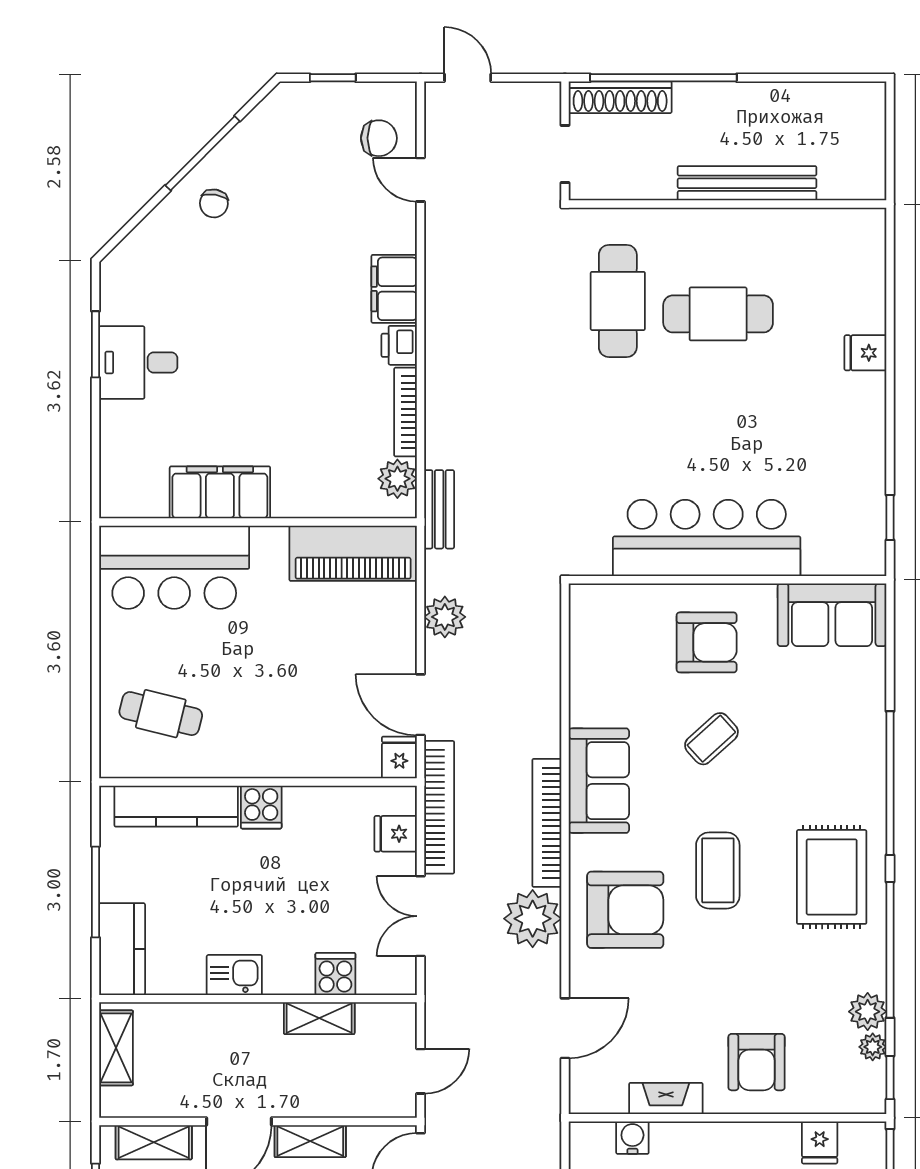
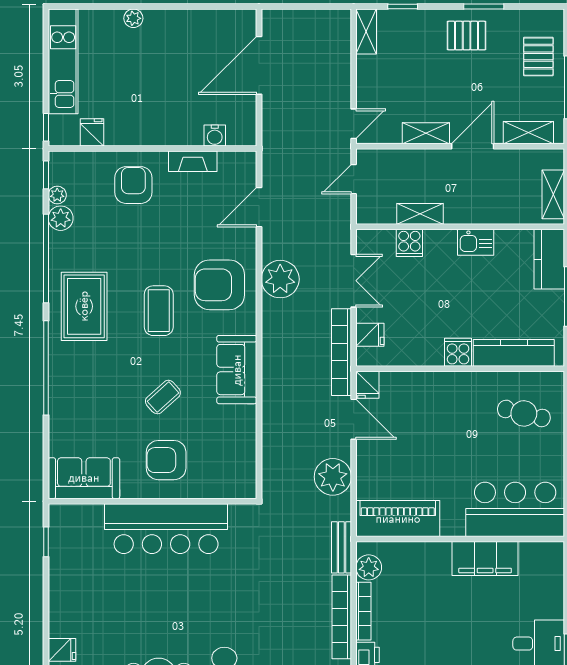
plant: (445, 617) -> (333, 477), width x1.36, depth x1.36
bookcase: (547, 823) -> (342, 617), moved, turned 180

